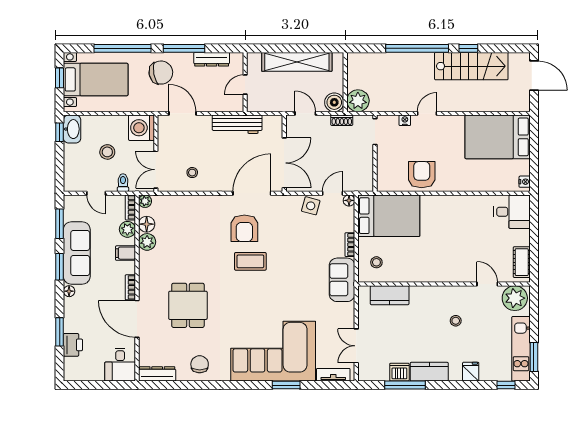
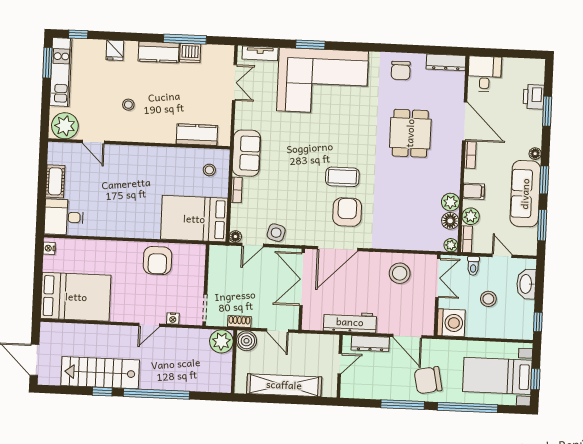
dresser: (212, 59) -> (370, 344), moved, turned 180
washbasin: (72, 129) -> (526, 284), moved
stool: (192, 173) -> (400, 273), width x1.89, depth x1.89
cot: (522, 262) -> (55, 181), moved

